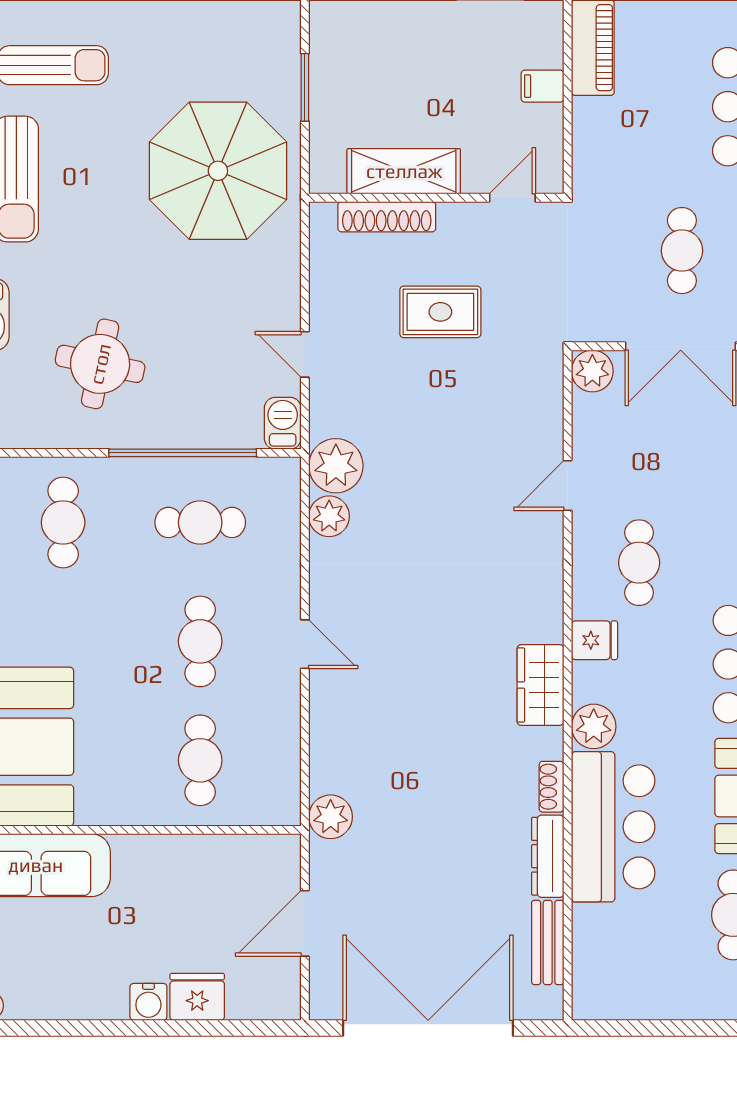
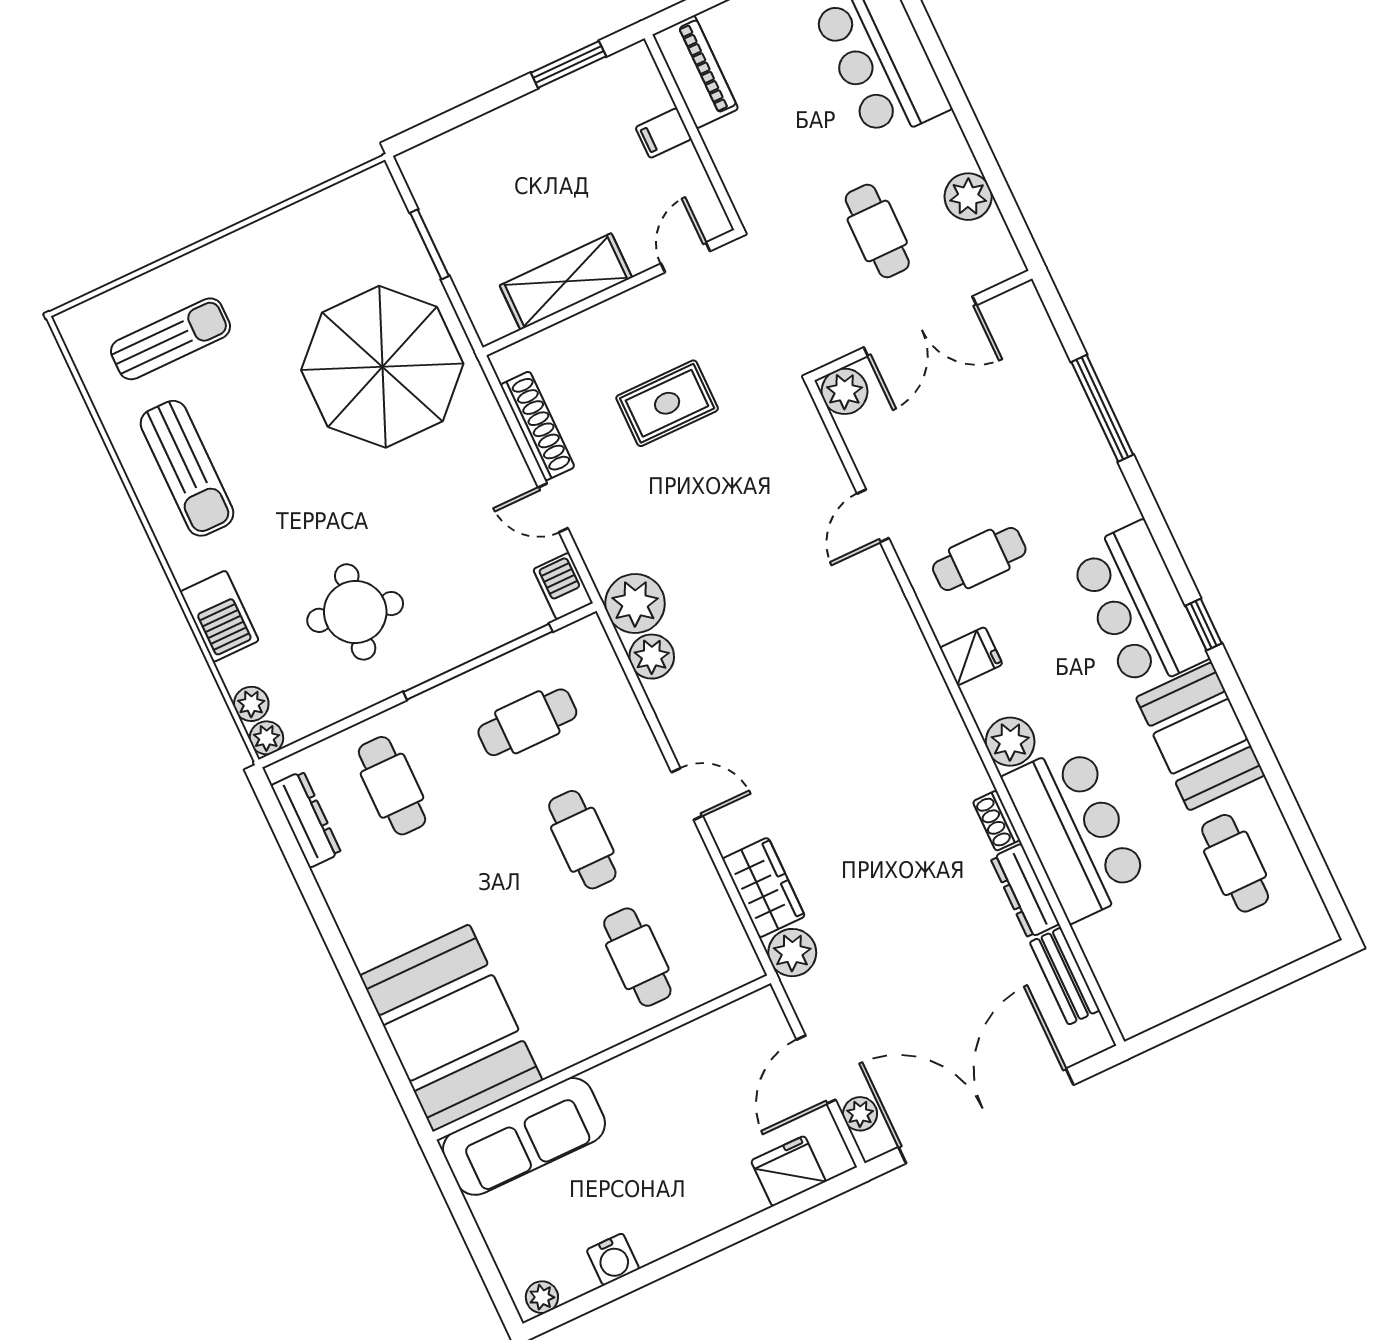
shoe rack: (387, 217) -> (537, 426), moved, turned -90
cafe table: (639, 563) -> (979, 559), turned 90
wardrobe: (540, 685) -> (764, 888), moved, turned 180
plant: (324, 977) -> (860, 1114), added
fridge: (197, 997) -> (788, 1171), moved
water cooler: (148, 1002) -> (613, 1259), moved

